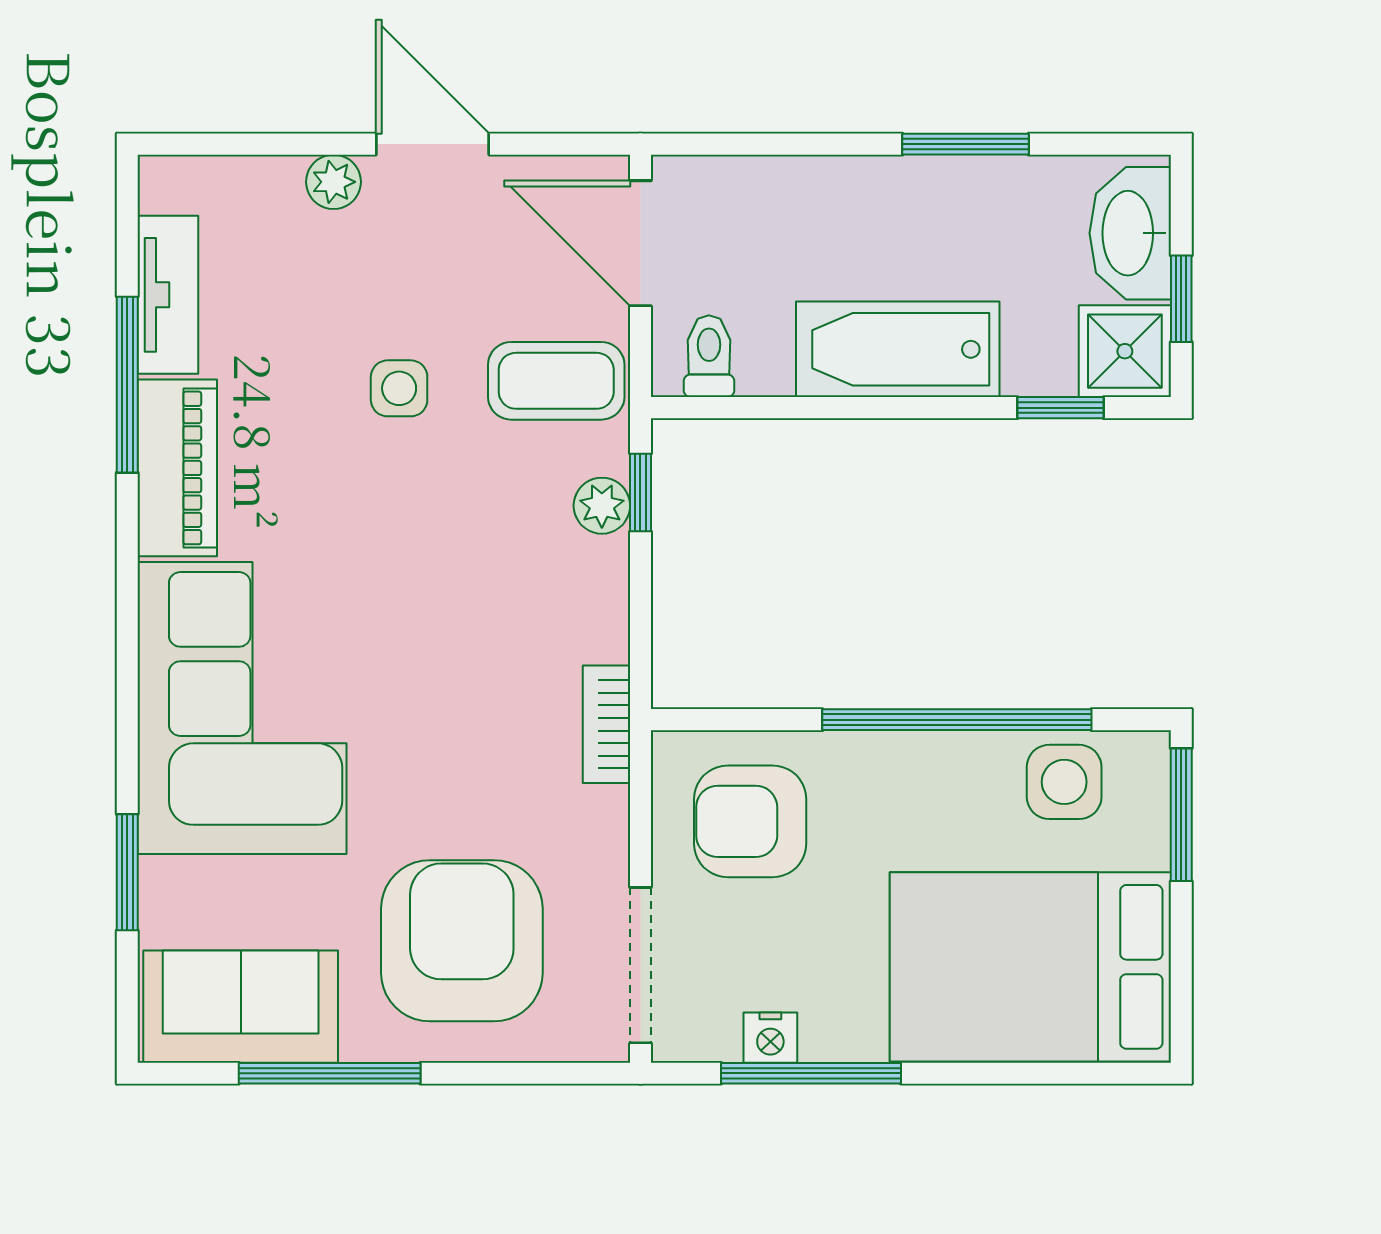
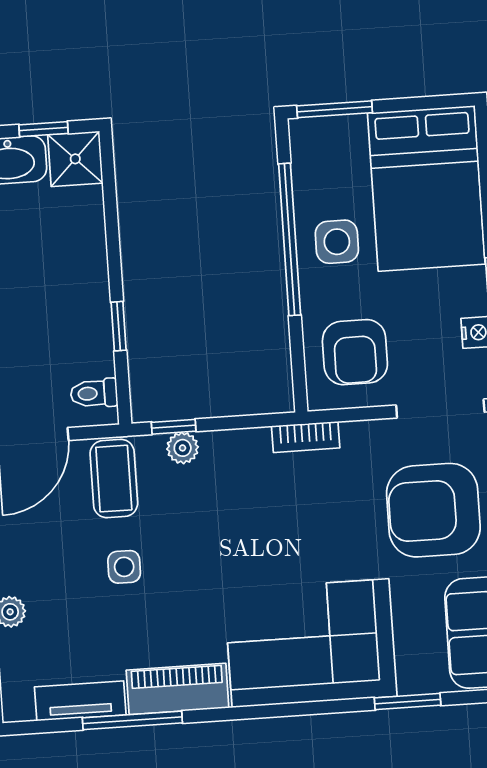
bathtub: (898, 349) -> (83, 287), removed
window: (1060, 408) -> (119, 326), moved
side table: (1064, 782) -> (337, 242), moved

